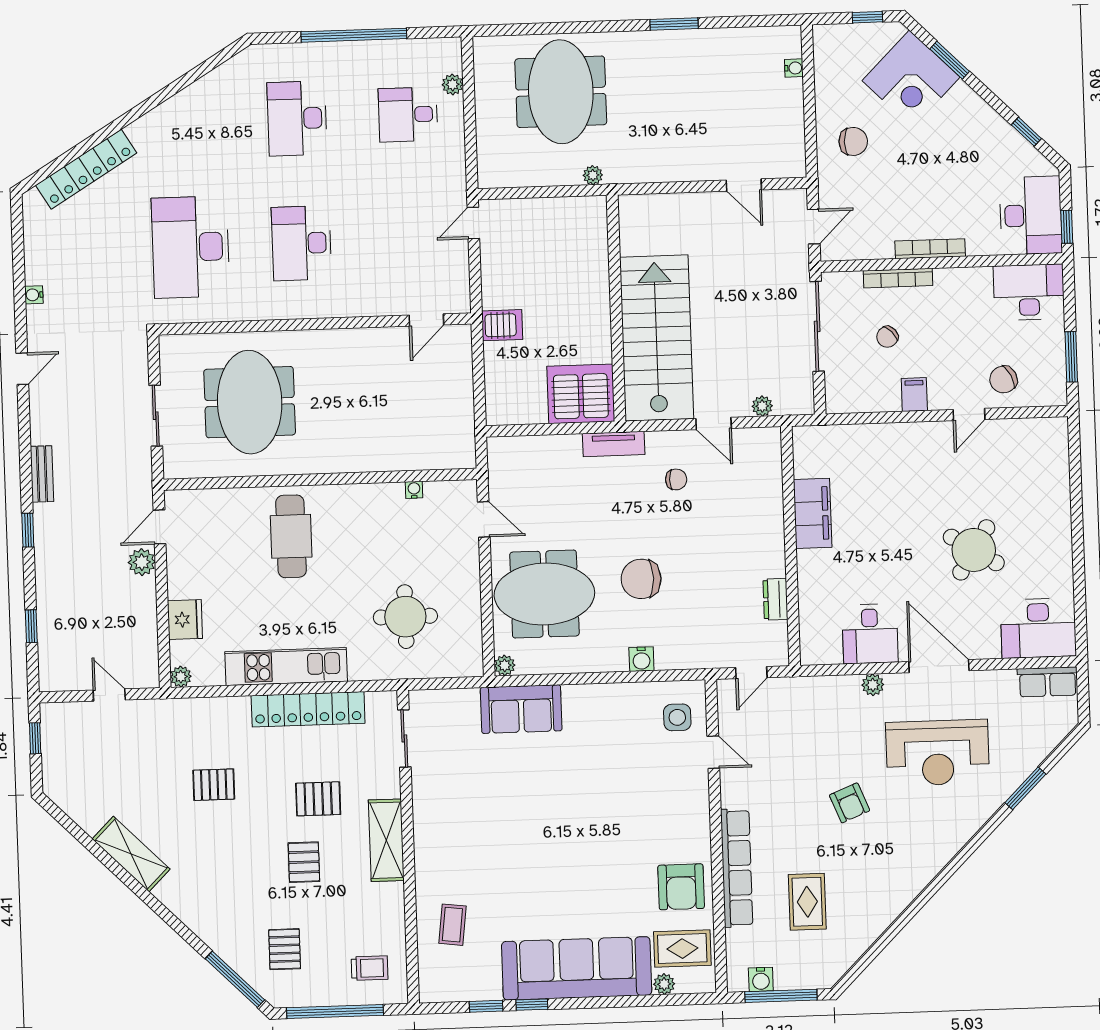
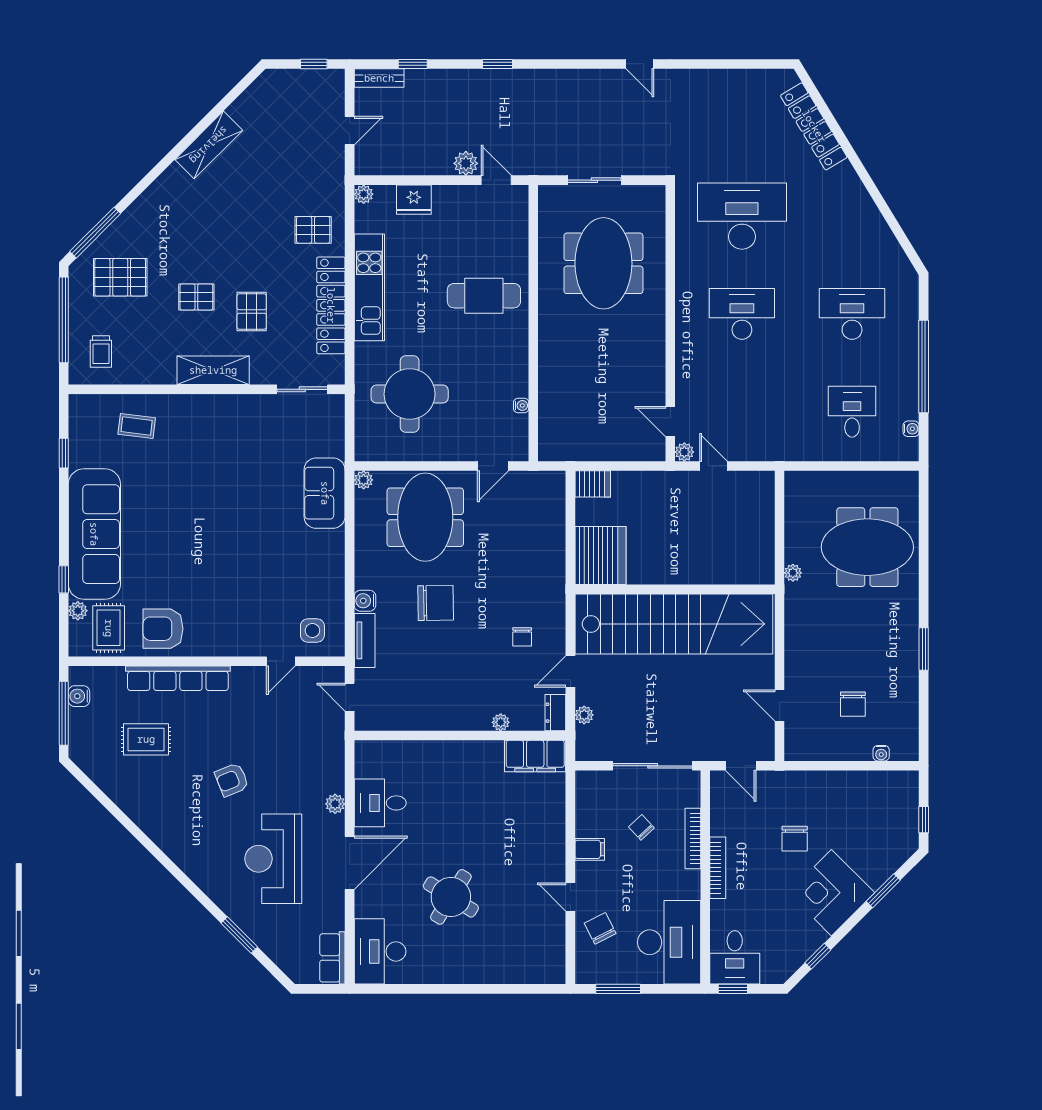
corner desk: (911, 79) -> (831, 893), moved
plant: (453, 84) -> (684, 452), moved
chair: (739, 102) -> (853, 704), added
chair: (853, 141) -> (795, 839), moved
door: (744, 185) -> (780, 706), hinge flipped
desk: (1031, 215) -> (735, 957), width x0.73
door: (473, 223) -> (713, 466), moved
desk: (1029, 292) -> (669, 942), width x1.36, depth x1.30
water cooler: (34, 295) -> (911, 429), moved, turned 90
server rack: (502, 325) -> (593, 484), moved, turned -90
stairs: (657, 338) -> (674, 624), width x1.36
meeting table: (250, 402) -> (603, 263), turned 90
tv unit: (614, 444) -> (365, 640), moved, turned 180
bench: (42, 474) -> (379, 78), moved
plant: (774, 500) -> (501, 722), added
filing cabinet: (813, 513) -> (535, 756), moved
chair: (641, 579) -> (436, 603), turned 89
dresser: (775, 599) -> (555, 713), moved, turned -90
round table: (405, 617) -> (410, 394), width x1.36, depth x1.36
pallet: (214, 785) -> (313, 230), moved, turned 90
pallet: (285, 949) -> (120, 277), width x1.50, depth x1.42
window: (532, 1005) -> (64, 579), moved

